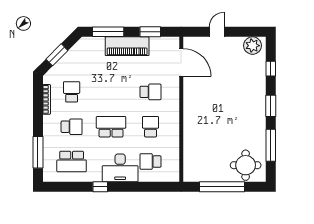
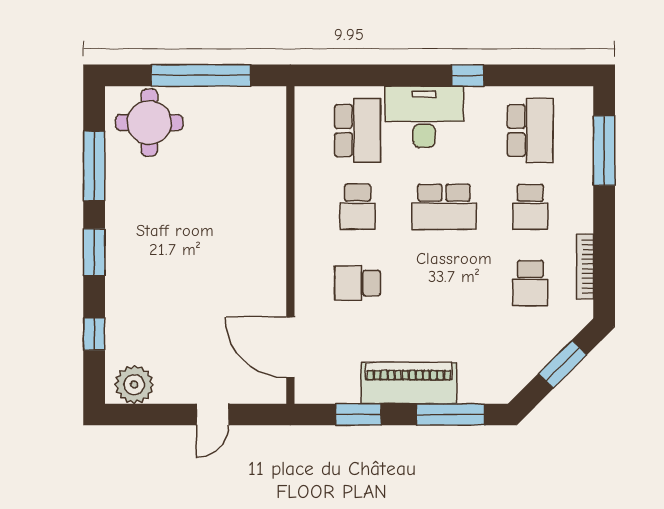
school desk: (72, 127) -> (530, 207), turned -90
school desk: (72, 162) -> (530, 131), turned 90
school desk: (151, 162) -> (358, 131), width x1.85

